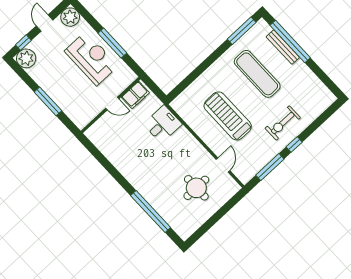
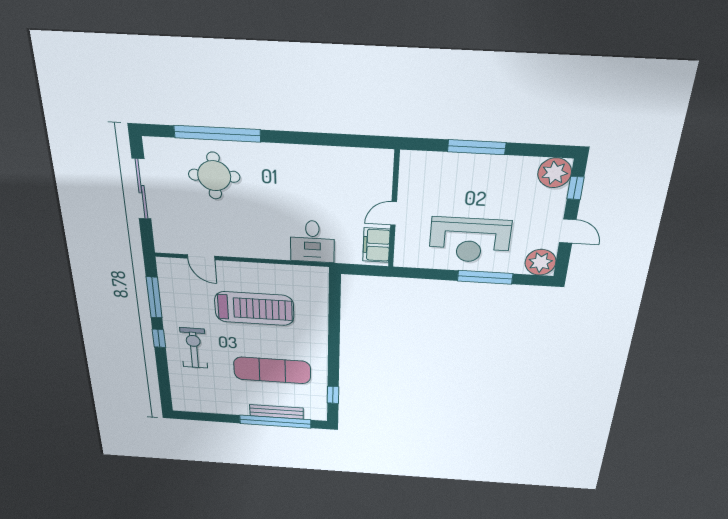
window: (242, 31) -> (333, 395), width x0.46
window: (112, 43) -> (485, 277), moved
round table: (196, 188) -> (214, 176), moved
sliding door: (212, 221) -> (142, 189), added

